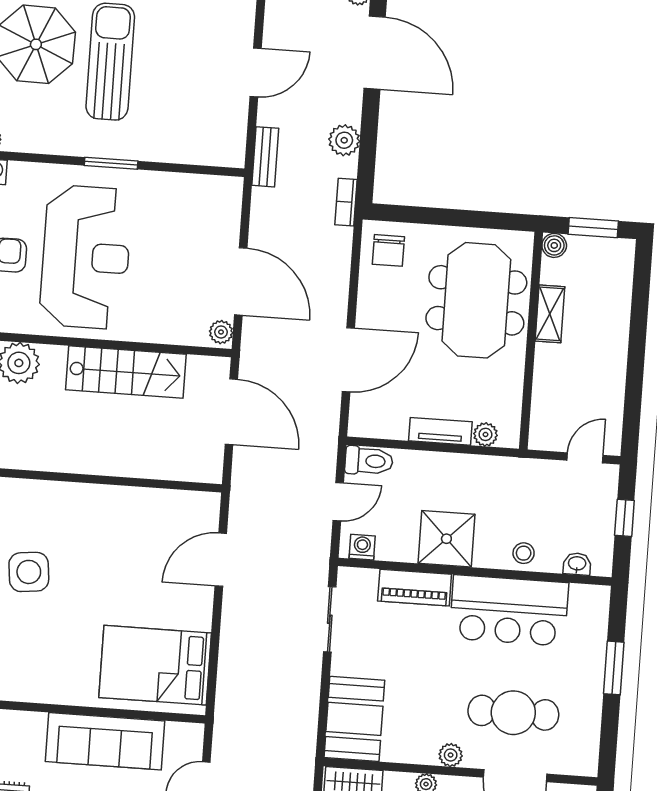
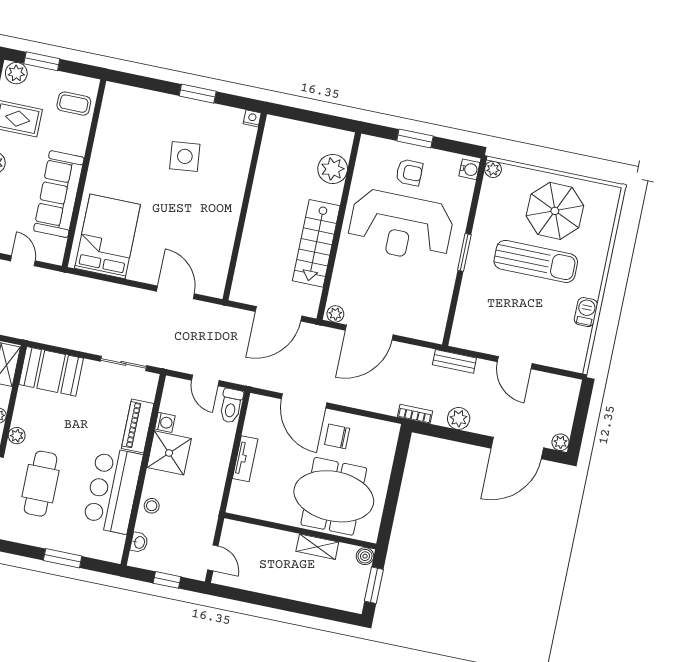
chair: (388, 250) -> (337, 436), moved
plant: (485, 434) -> (239, 490), removed
washing machine: (362, 547) -> (165, 422), moved

